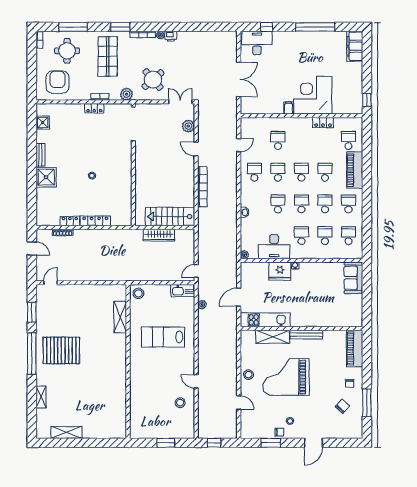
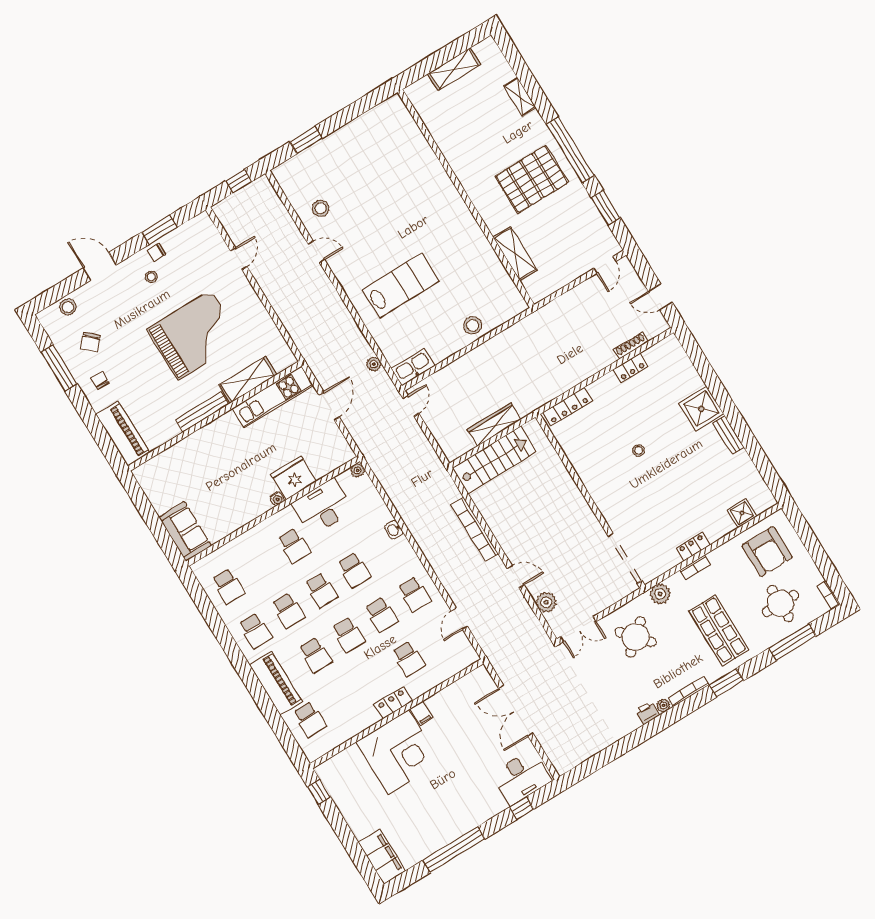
shower: (43, 123) -> (742, 513), moved
locker: (323, 123) -> (393, 703), moved
locker: (95, 221) -> (567, 407), moved
school desk: (325, 236) -> (261, 566), removed
shelving: (120, 317) -> (515, 254), moved
wall: (128, 361) -> (466, 198), moved
stool: (248, 375) -> (68, 307), moved
door: (239, 403) -> (239, 259), swing flipped
door: (313, 443) -> (100, 266), hinge flipped

